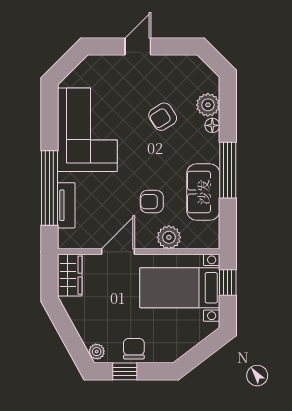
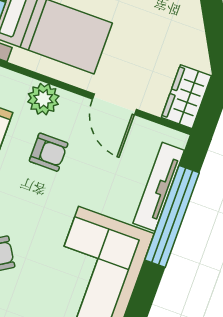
tv unit: (66, 205) -> (159, 187), width x1.41
door: (118, 252) -> (114, 104), hinge flipped

